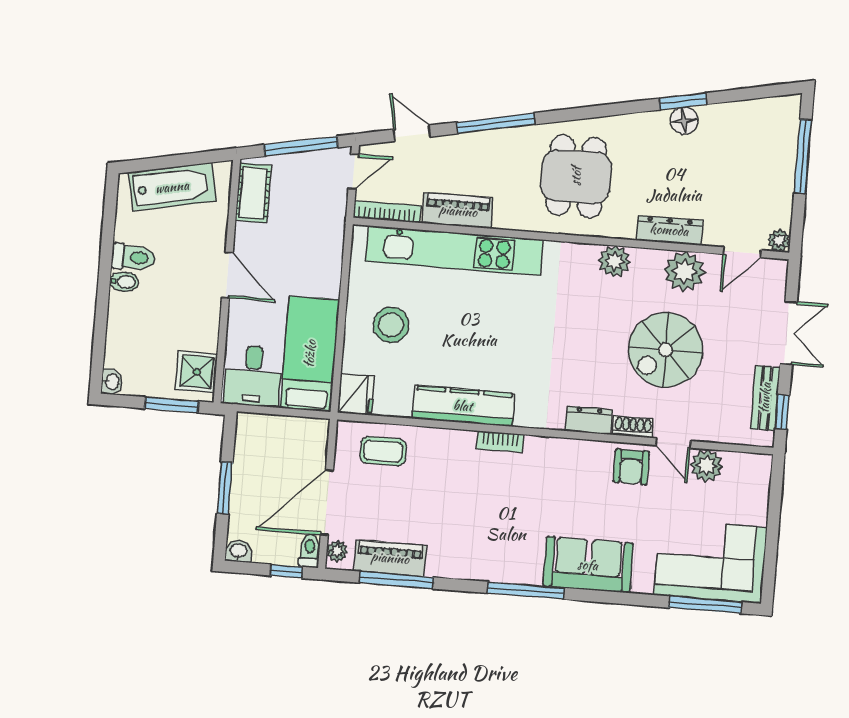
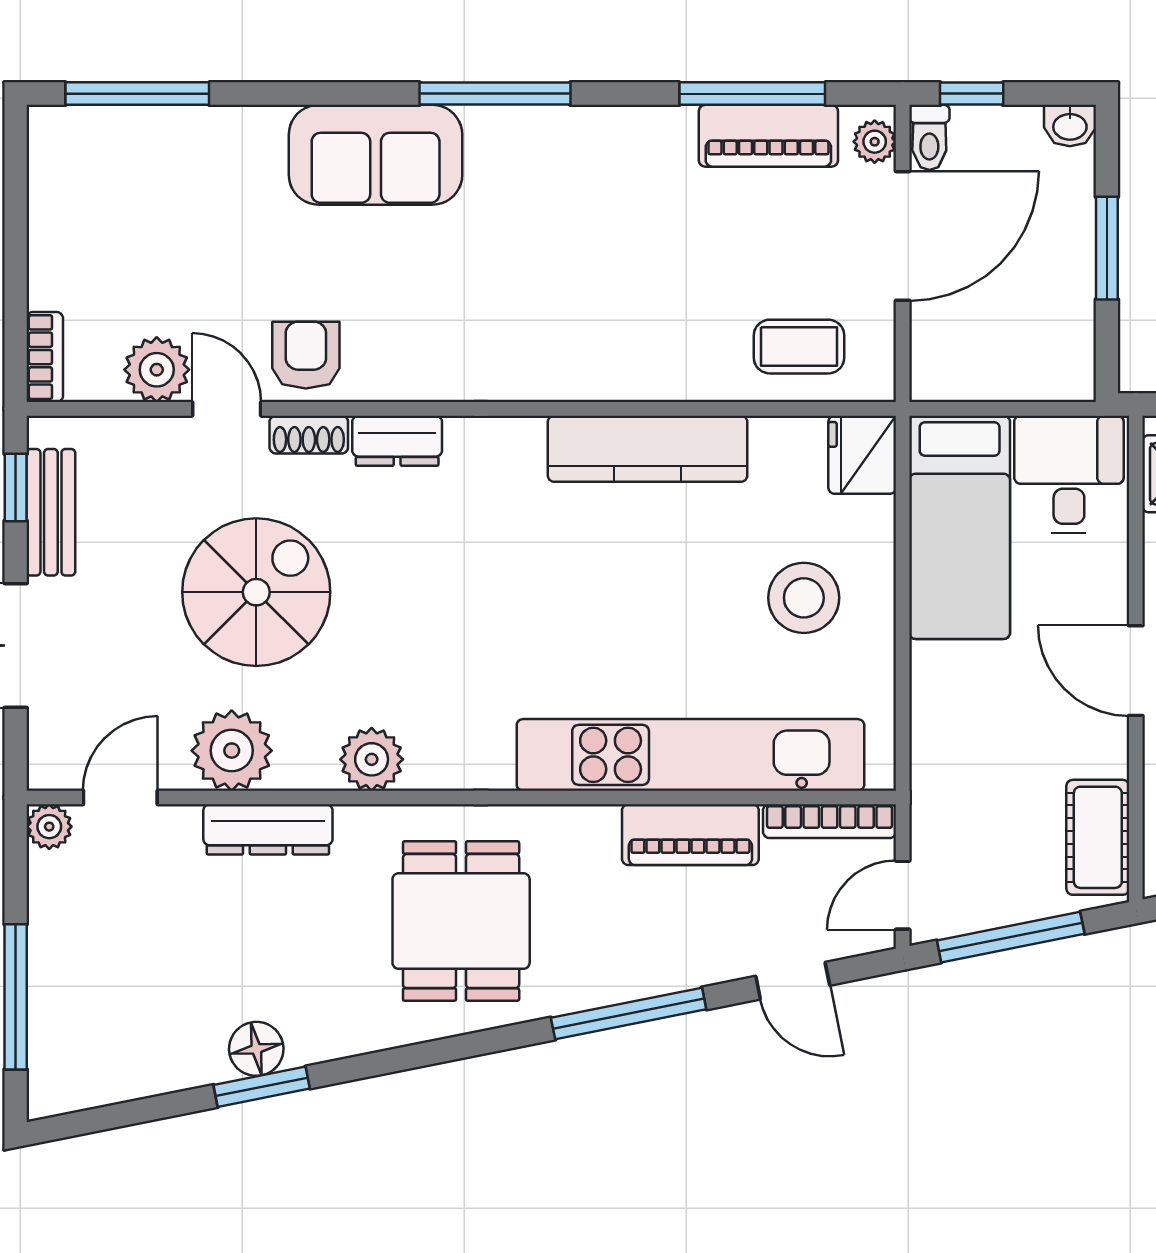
bookcase: (500, 442) -> (45, 357), moved, turned 90
corner sofa: (711, 561) -> (133, 181), removed

